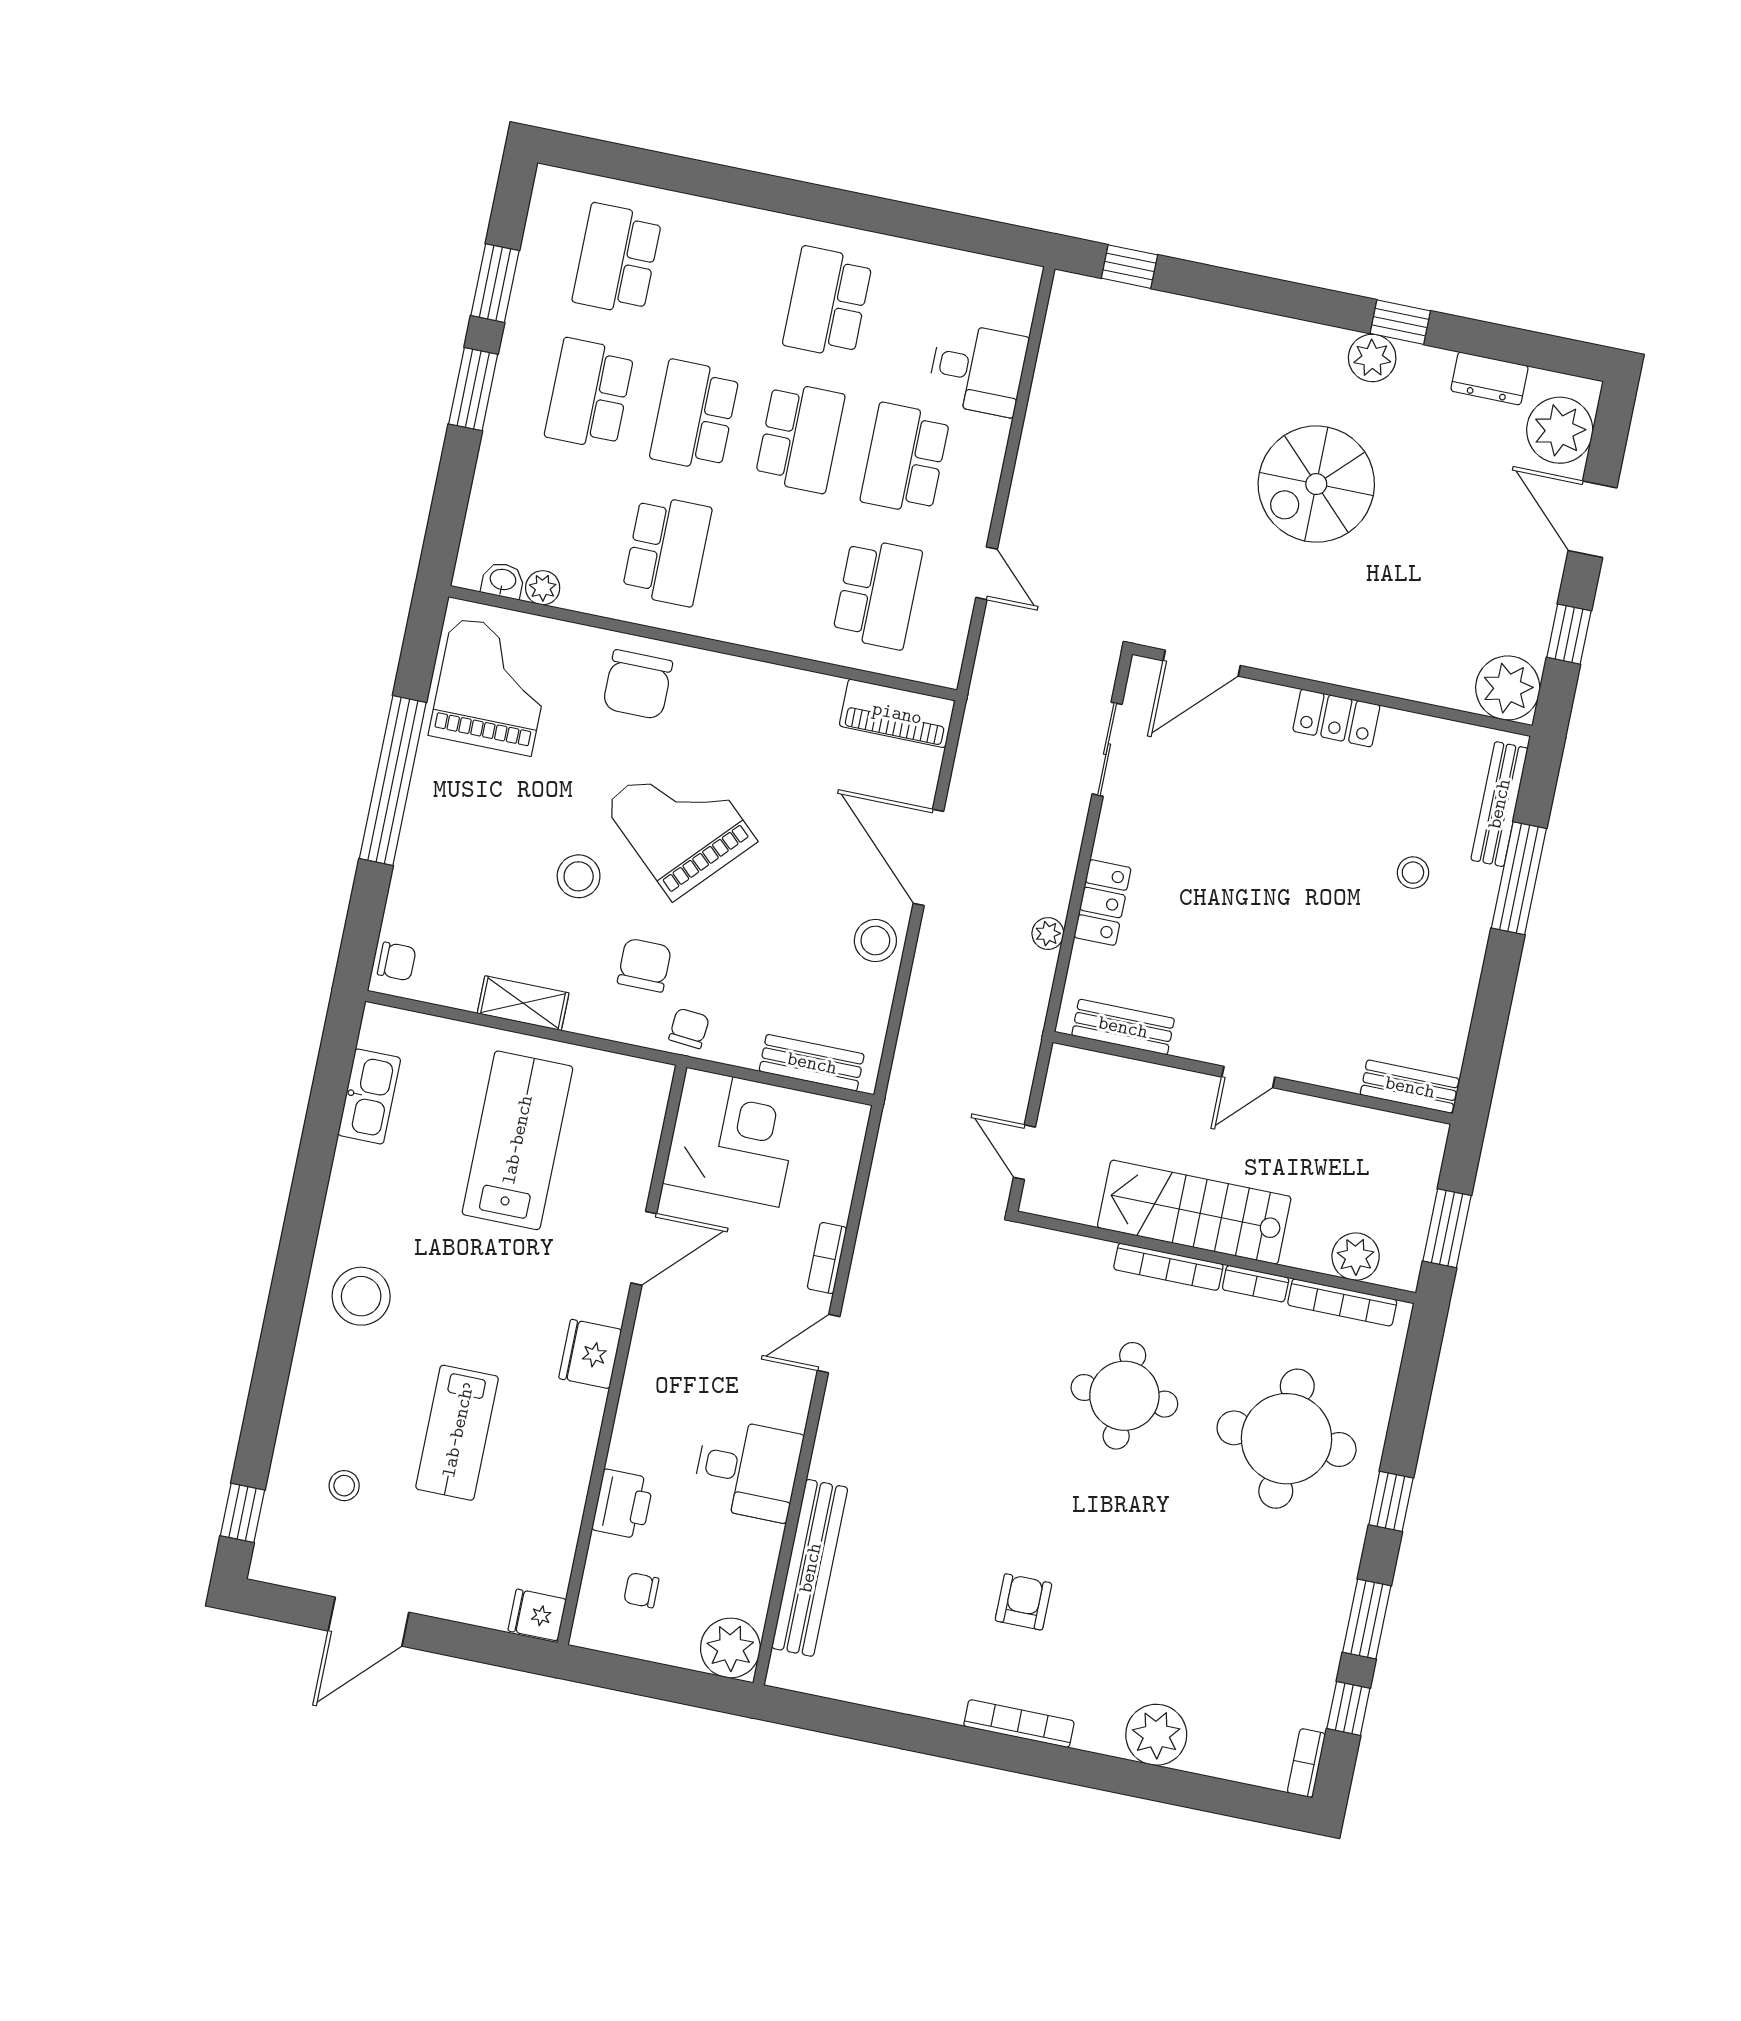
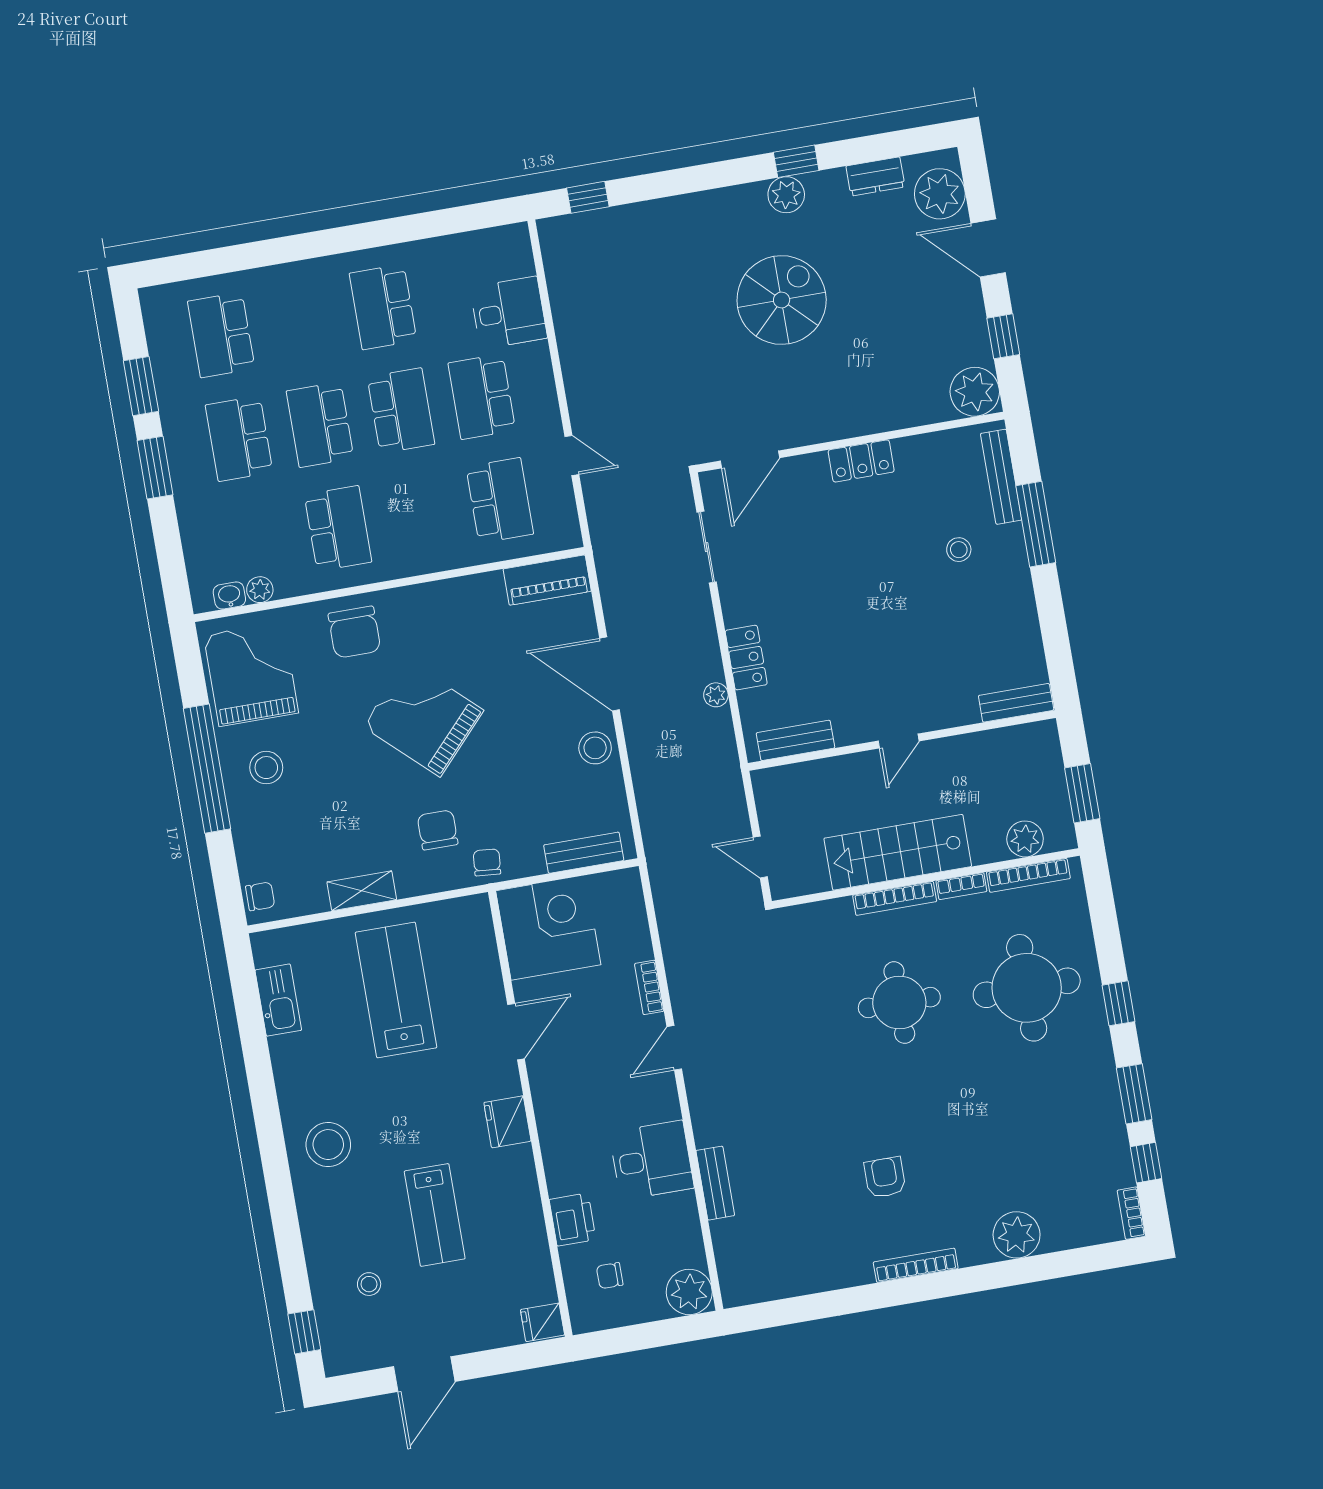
spiral stairs: (1316, 484) -> (782, 300), turned 180
stool: (579, 876) -> (266, 768), moved
bench: (810, 1568) -> (715, 1183), width x0.54, depth x0.82

